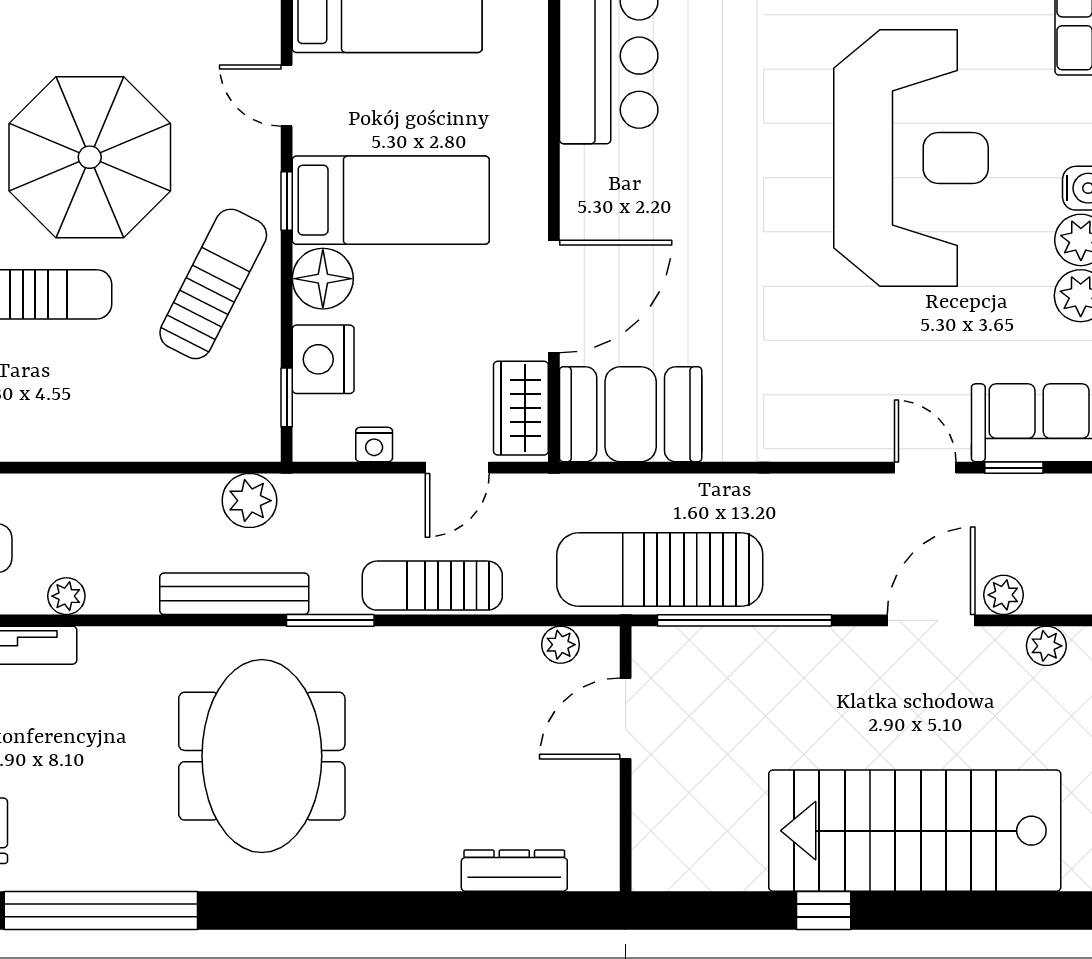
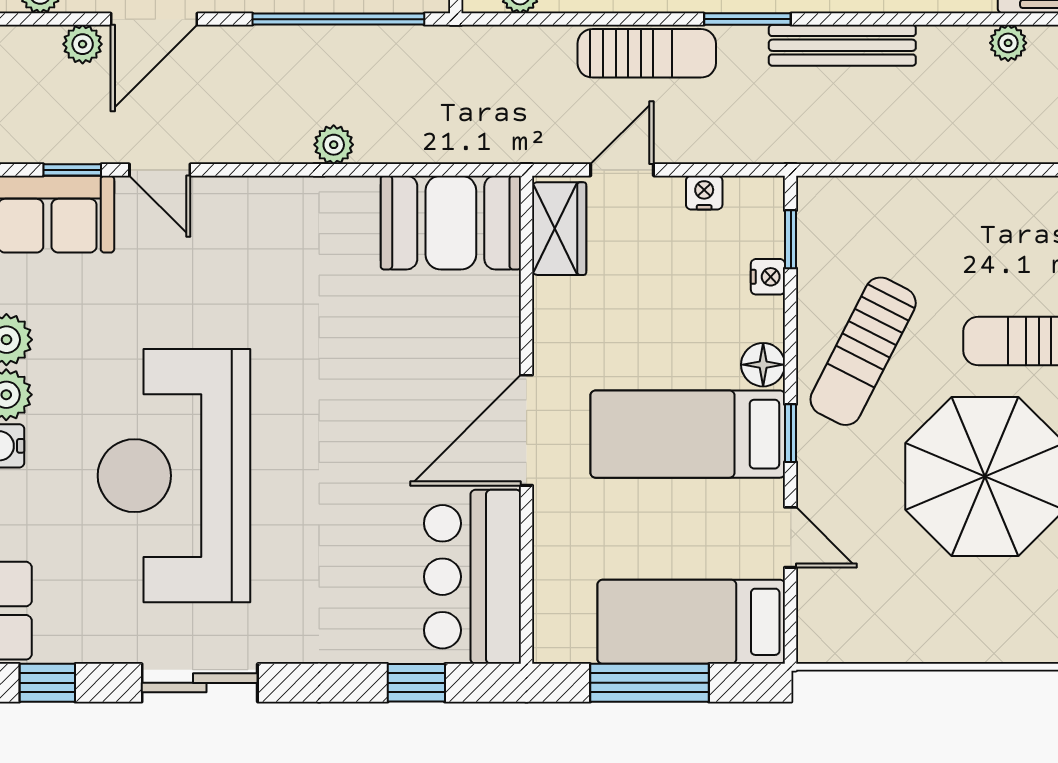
floor lamp: (323, 279) -> (763, 365), width x0.73, depth x0.73
door: (554, 297) -> (527, 430), moved
nightstand: (323, 359) -> (768, 277), width x0.53, depth x0.56
plant: (249, 501) -> (334, 145), moved, width x0.73, depth x0.73
sun lounger: (660, 570) -> (422, 69), removed

